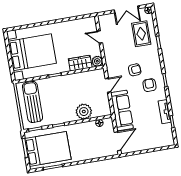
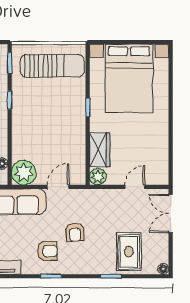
double door: (126, 9) -> (171, 213), moved
rug: (141, 34) -> (129, 252), turned 90
door: (108, 85) -> (58, 187), swing flipped
plant: (84, 112) -> (24, 173), moved

